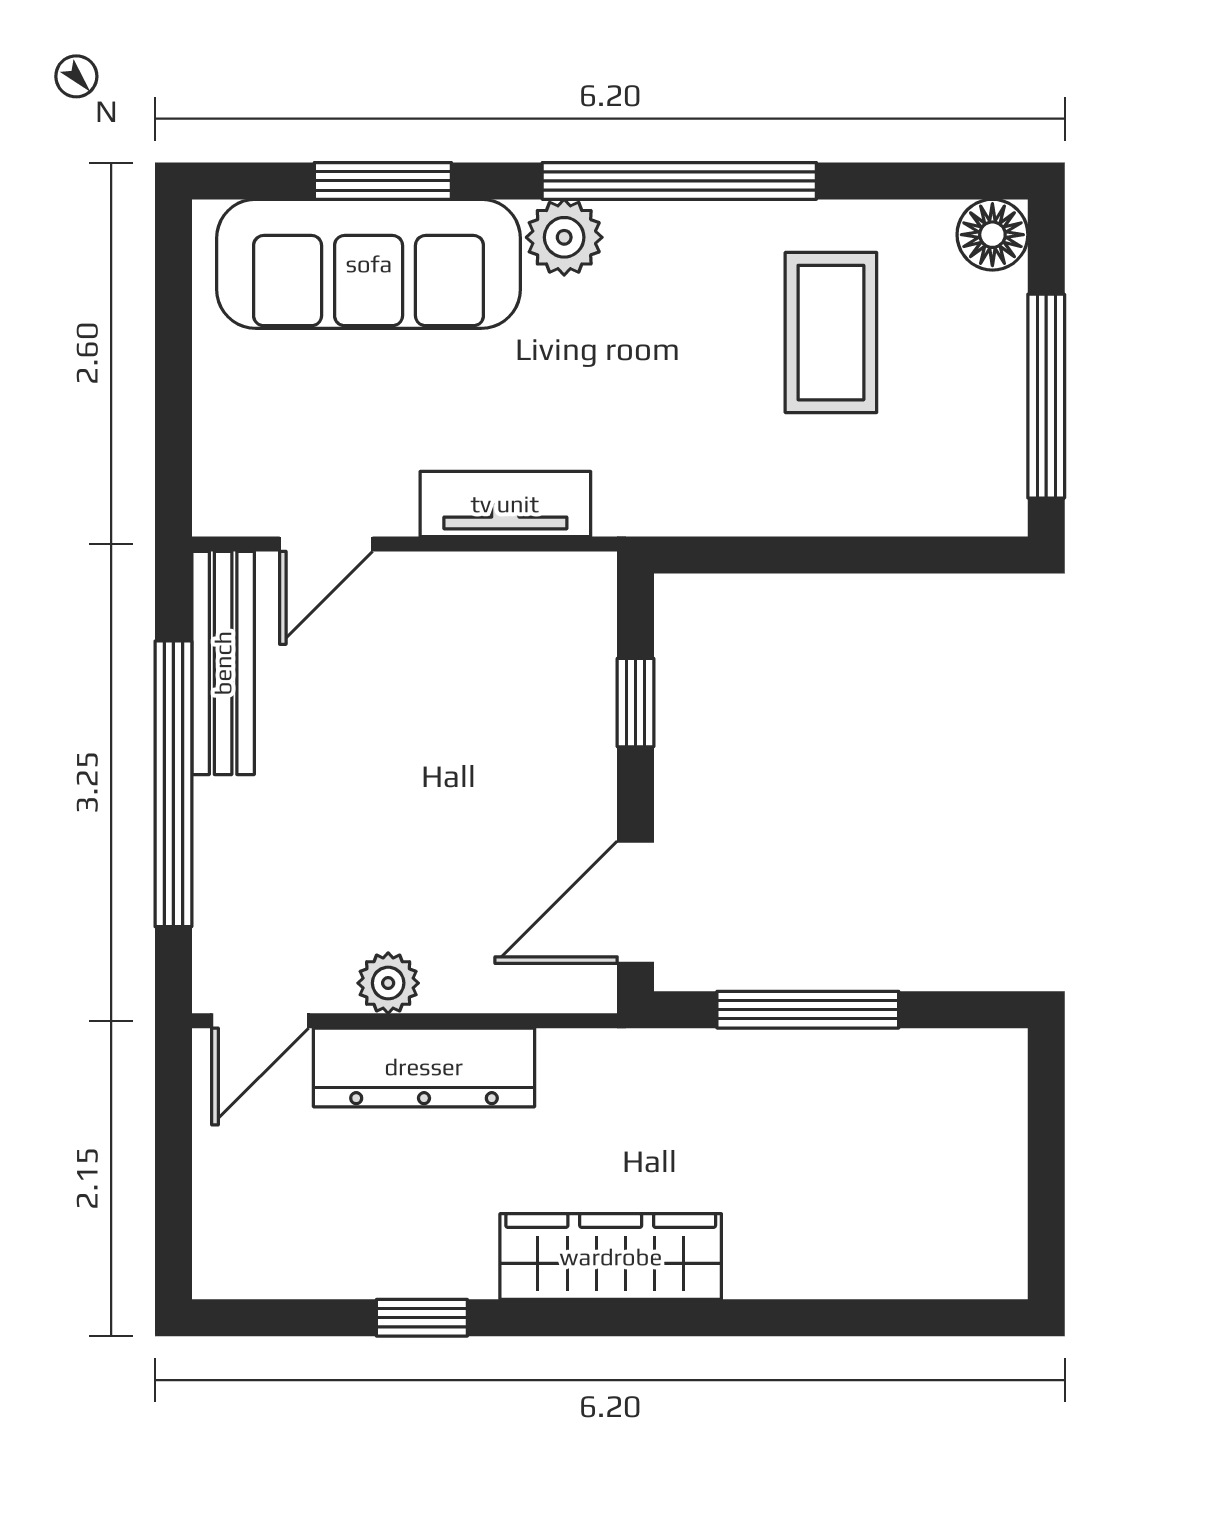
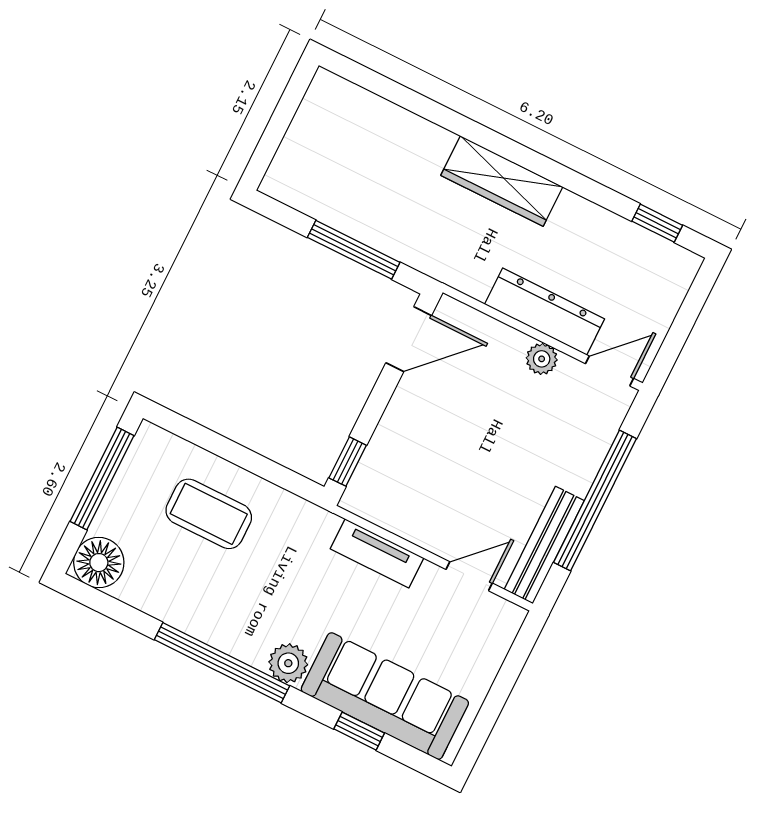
window: (383, 181) -> (359, 731), width x0.67
floor lamp: (992, 235) -> (99, 563), width x1.38, depth x1.38
coffee table: (831, 333) -> (209, 514), moved, turned 90
window: (635, 703) -> (348, 462), moved
window: (422, 1318) -> (657, 223), moved

